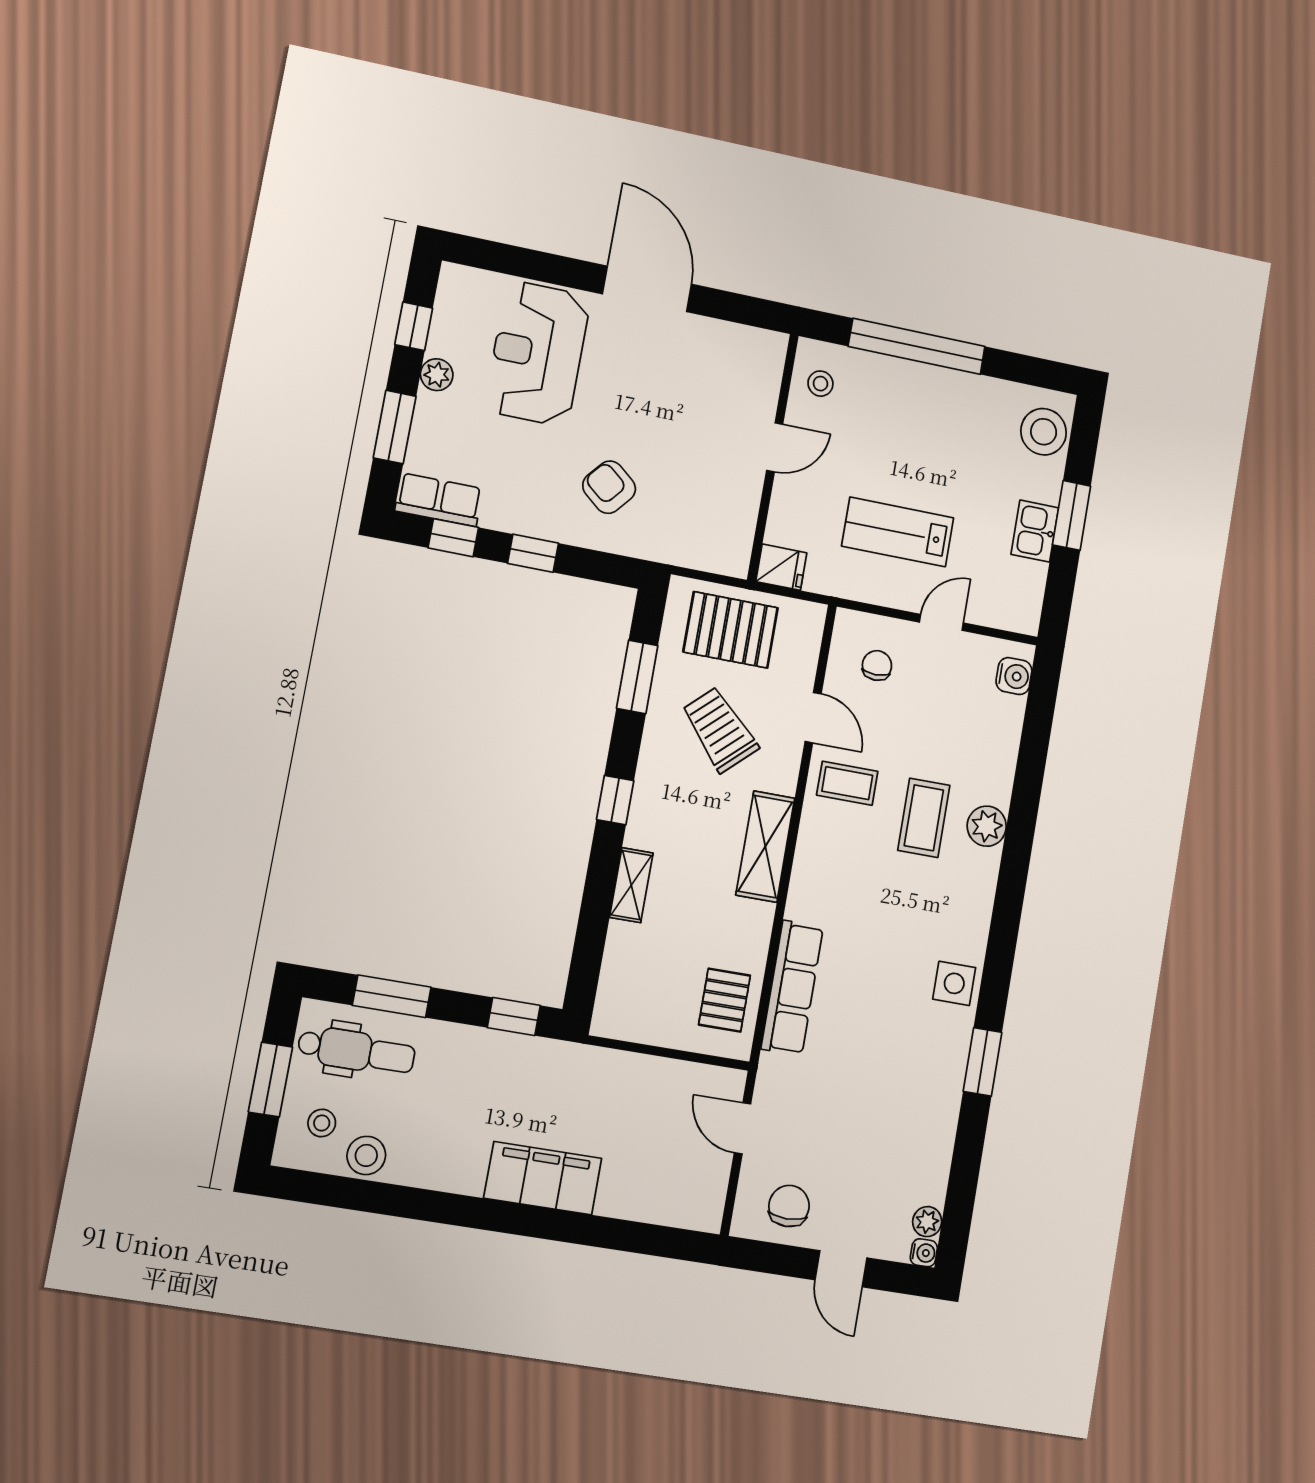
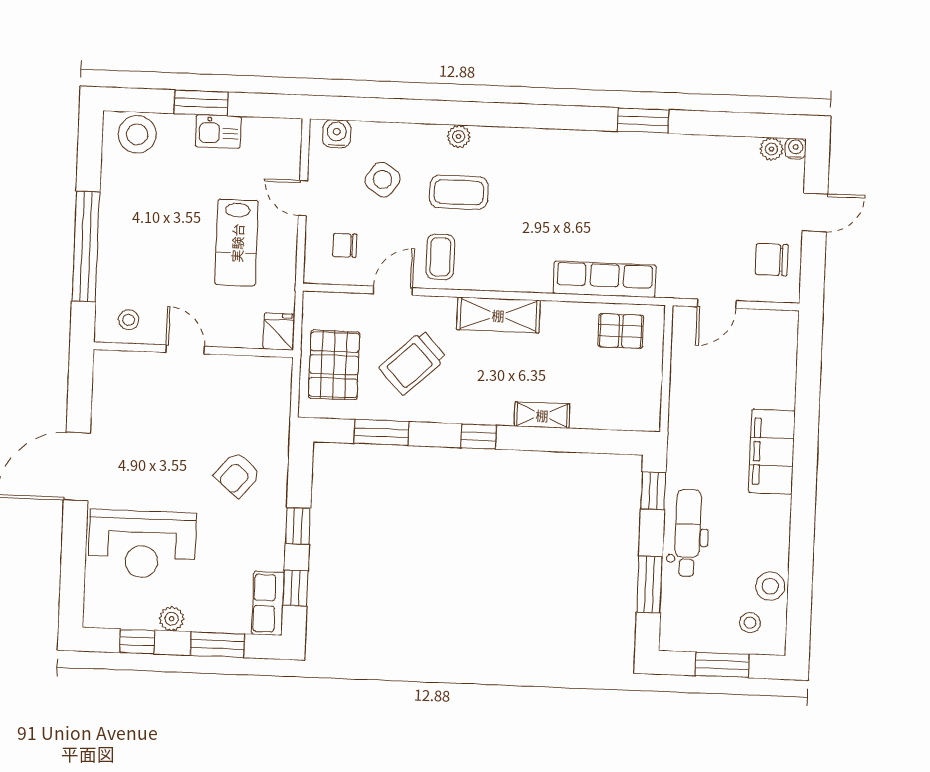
plant: (987, 826) -> (459, 136), width x0.73, depth x0.73
side table: (954, 983) -> (383, 180), moved, turned 34
dental chair: (356, 1051) -> (688, 533), moved

